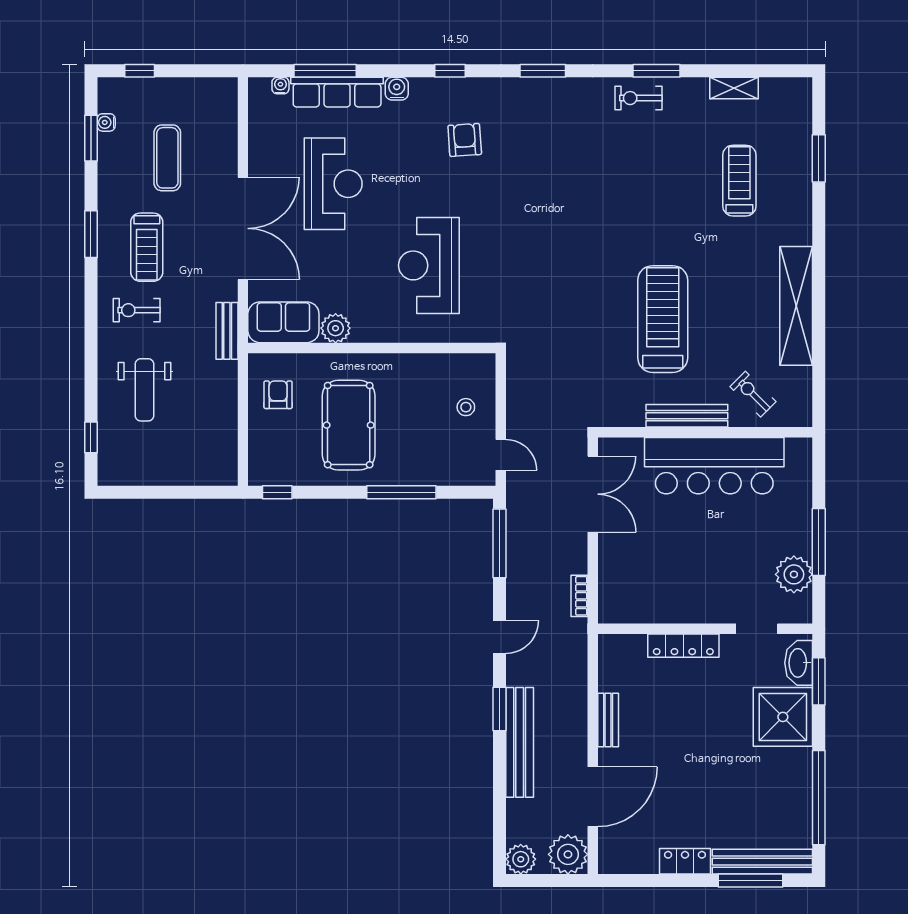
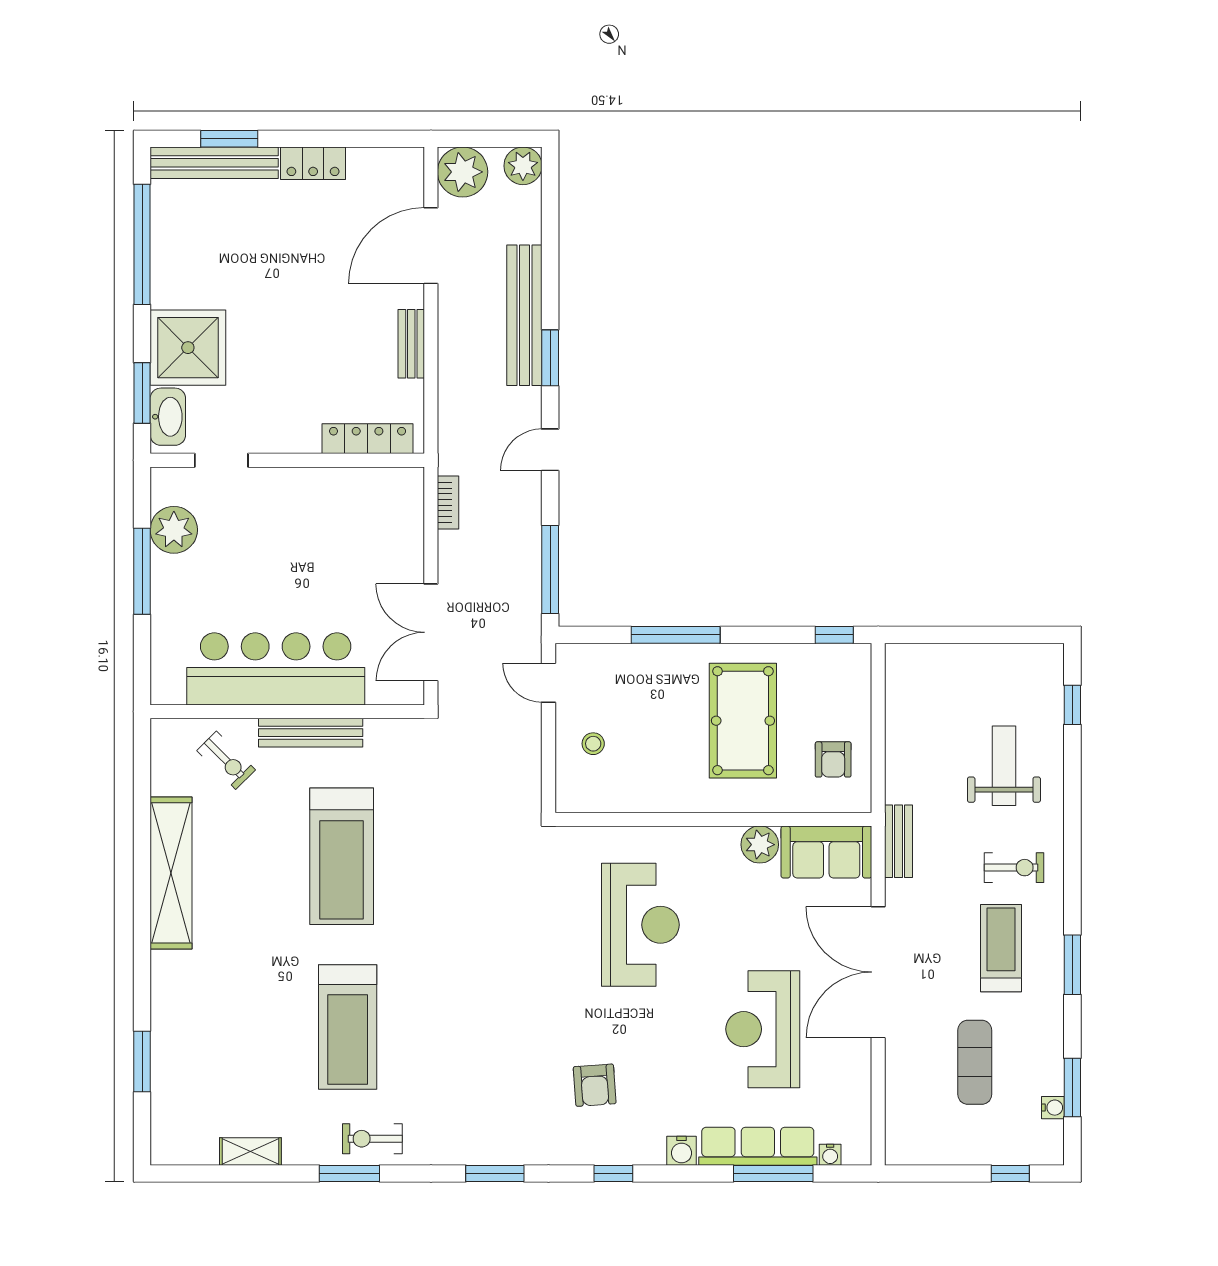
exercise bike: (639, 98) -> (372, 1139), turned 180
treadmill: (739, 181) -> (348, 1027), moved, width x1.37, depth x1.38
locker: (683, 646) -> (368, 439), moved
window: (751, 880) -> (229, 139), width x0.69

